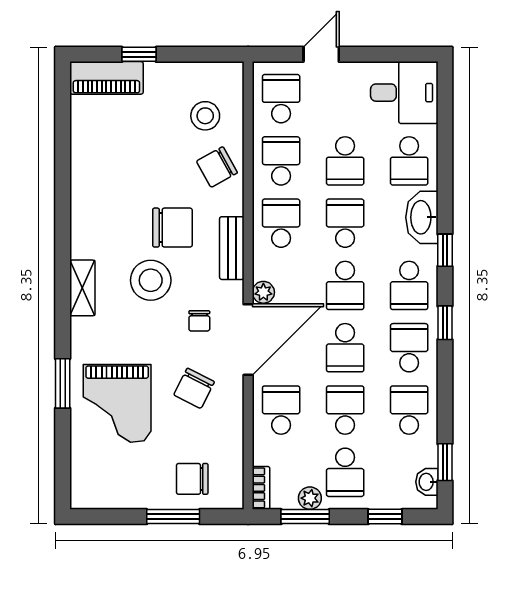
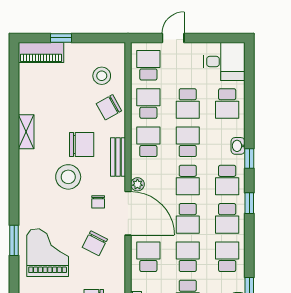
washbasin: (422, 217) -> (238, 146), width x0.52, depth x0.69
shelving: (82, 288) -> (26, 132), moved
door: (248, 340) -> (128, 213), hinge flipped
school desk: (409, 348) -> (227, 218), turned 180
grand piano: (117, 403) -> (48, 253), turned 180

